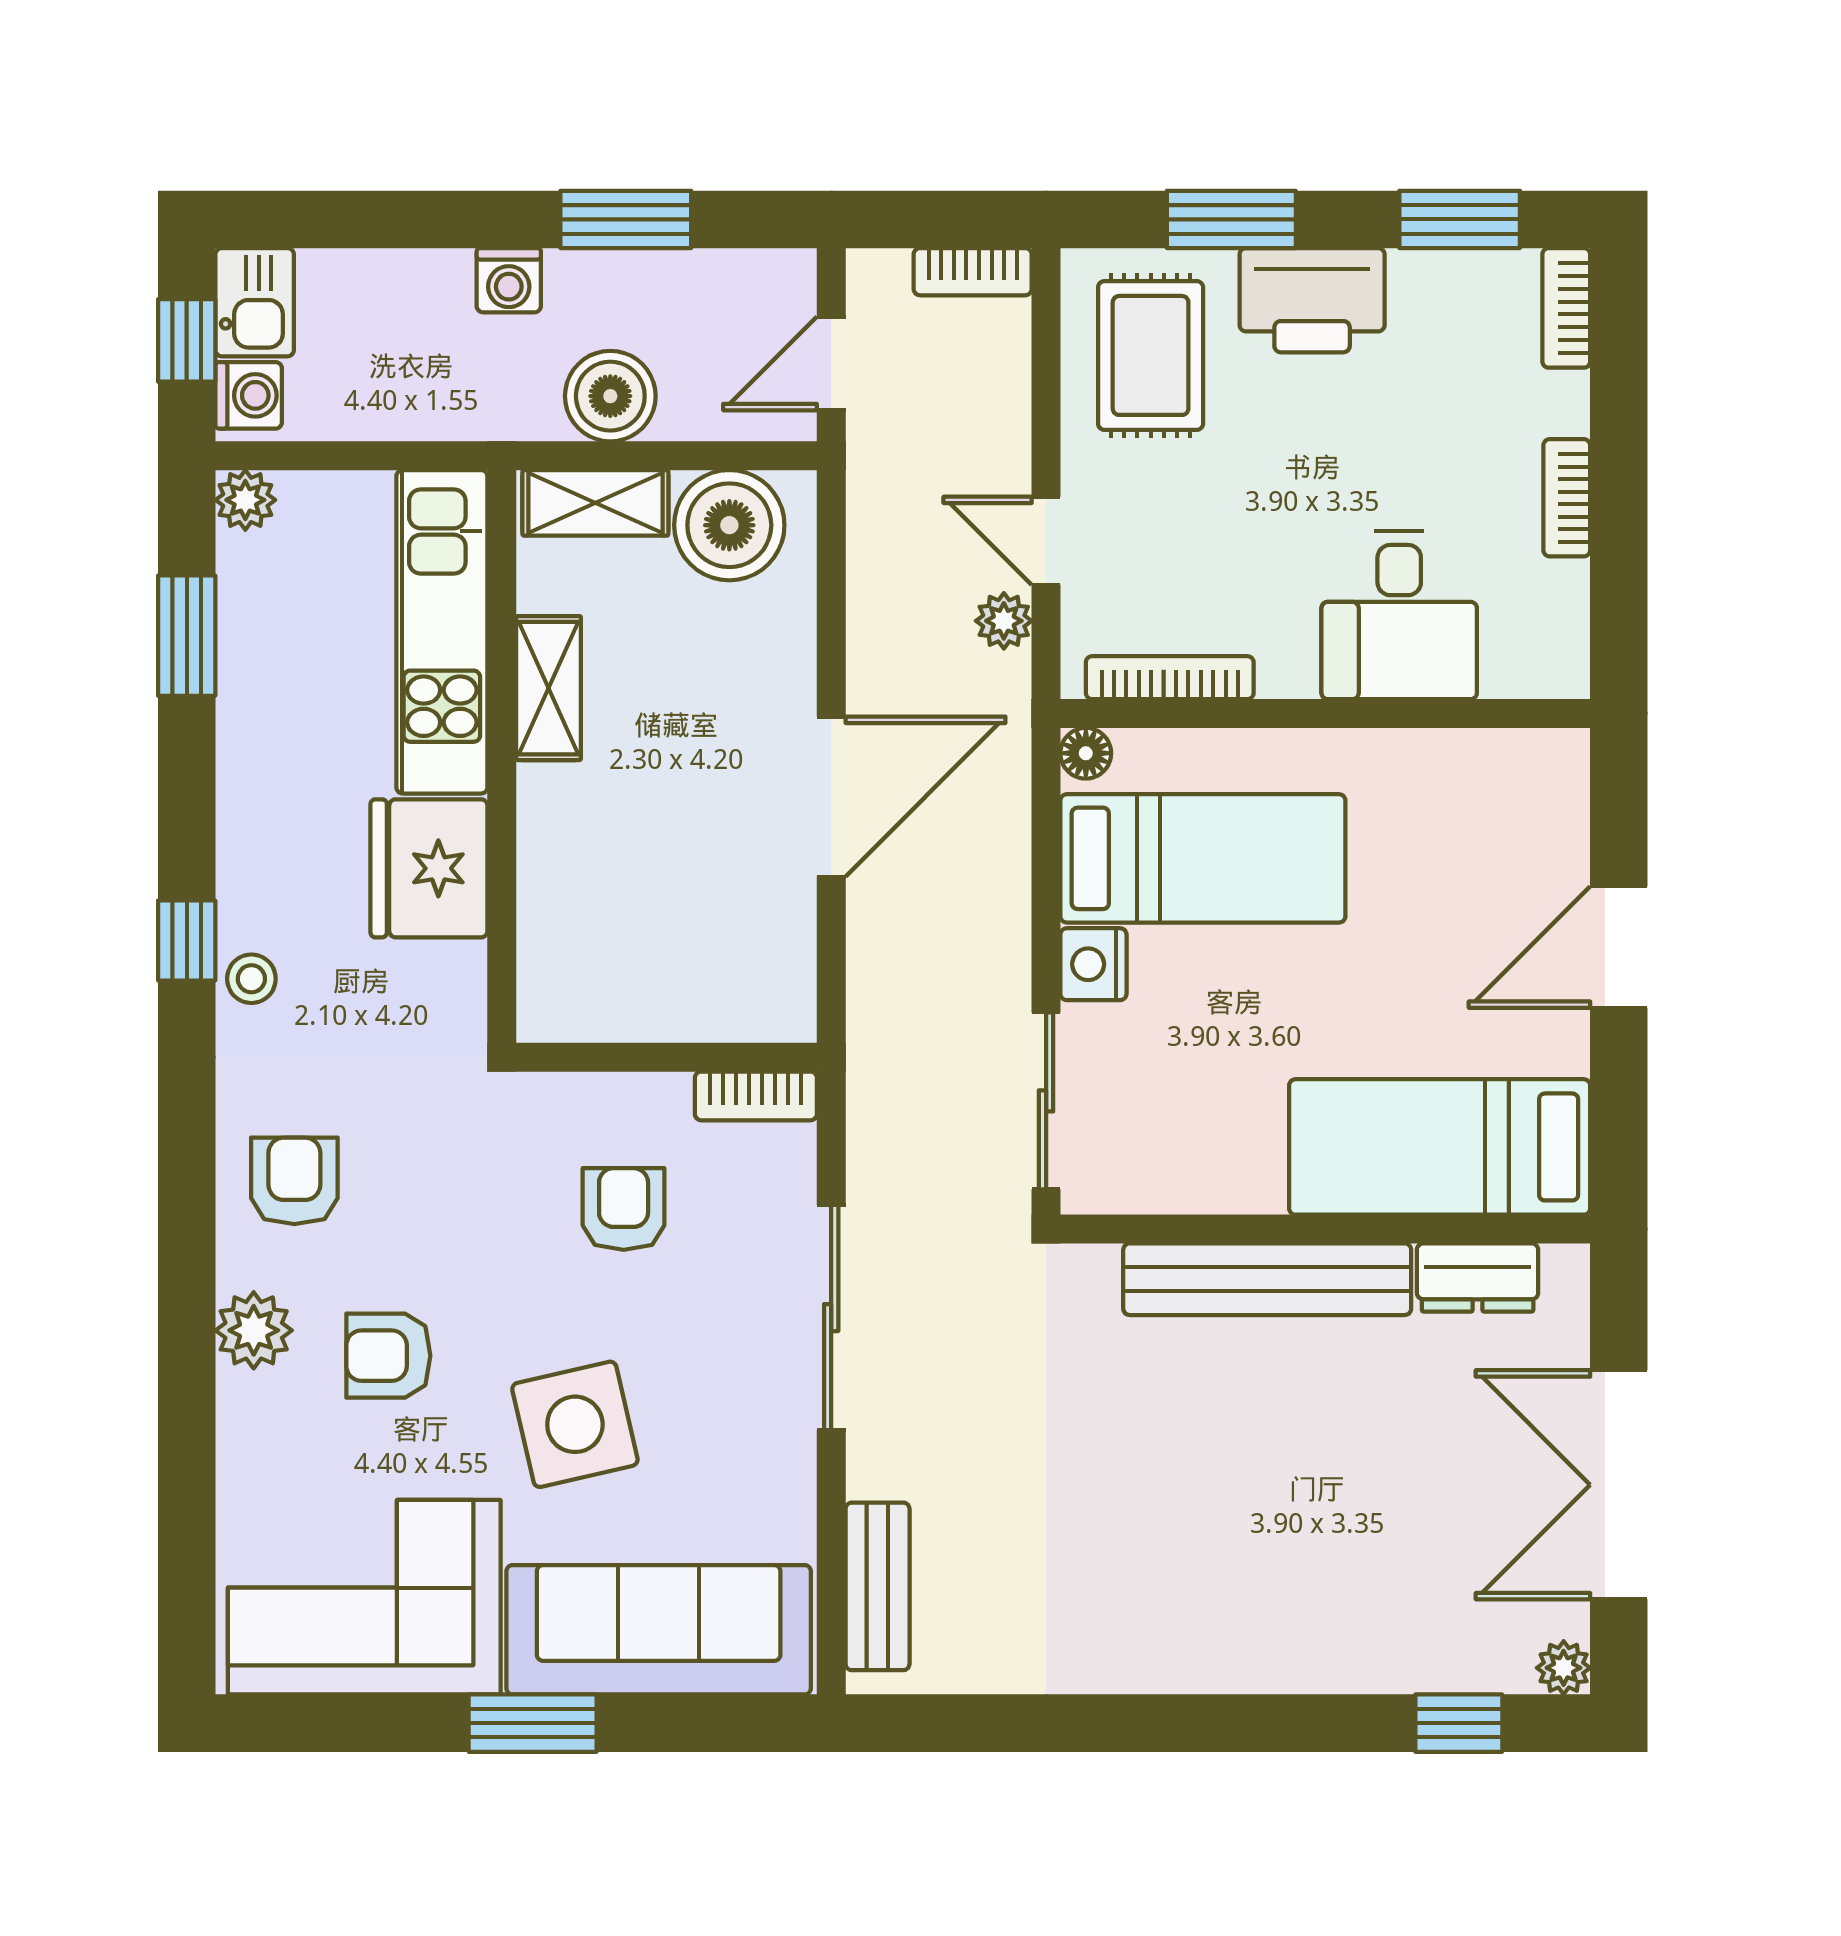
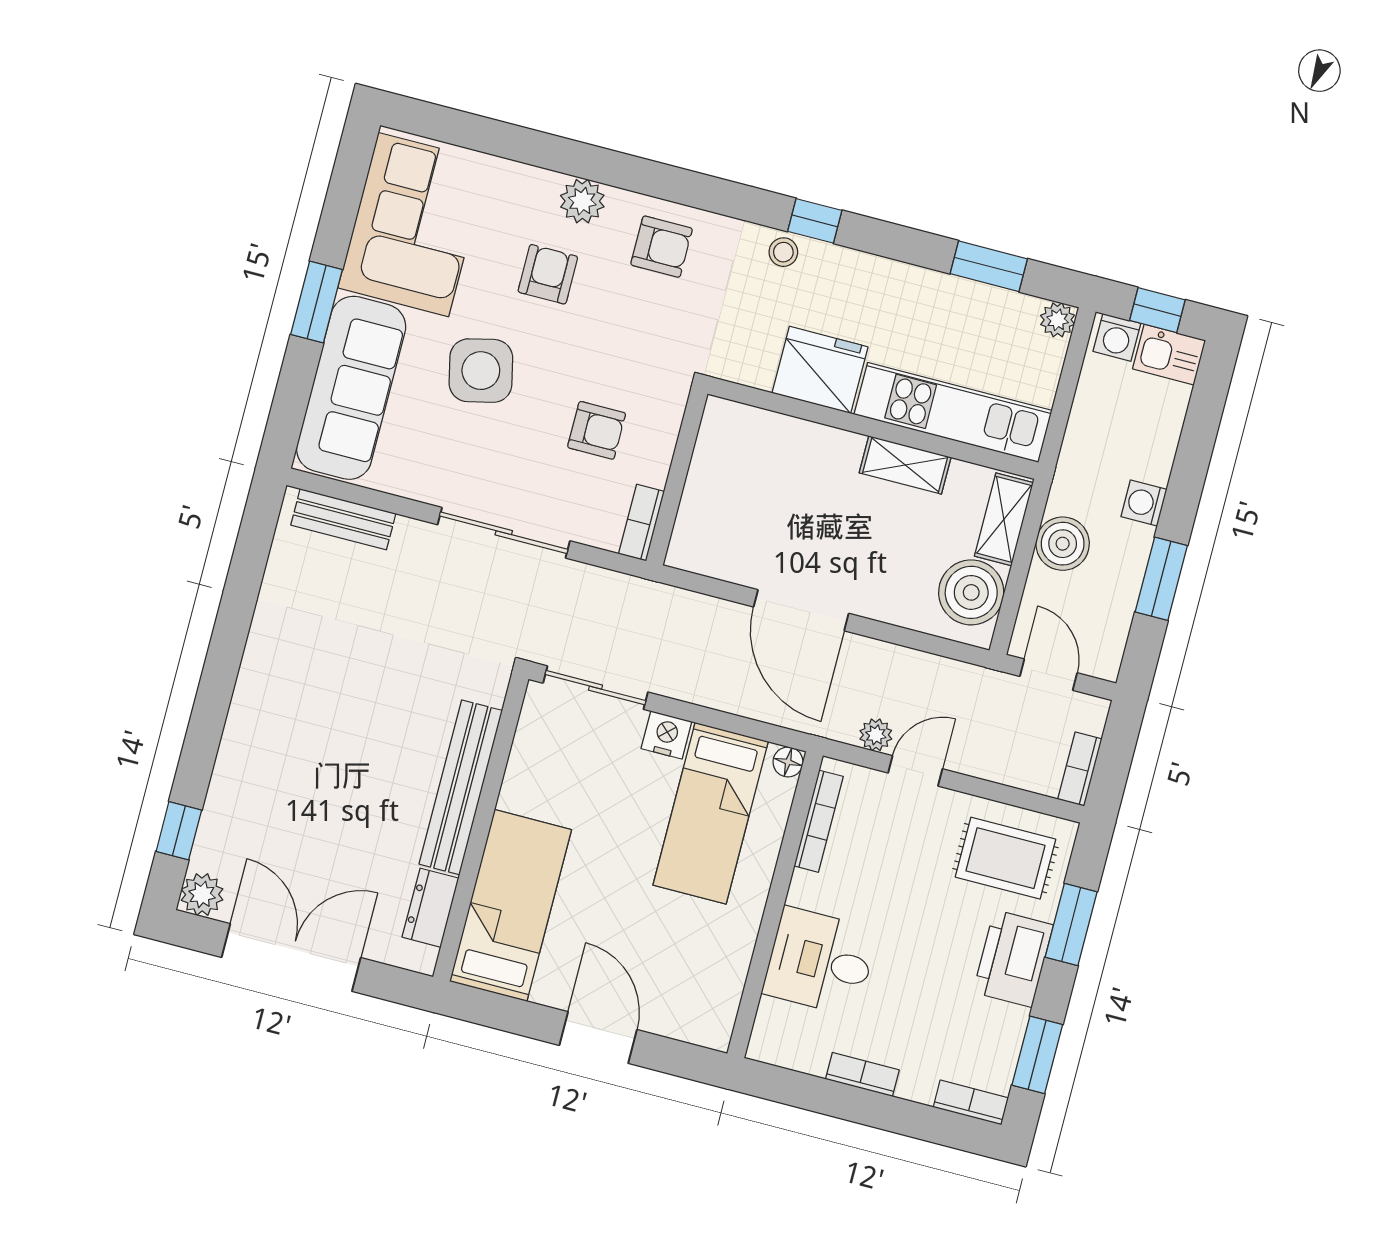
plant: (1564, 1668) -> (202, 895), width x1.38, depth x1.38

